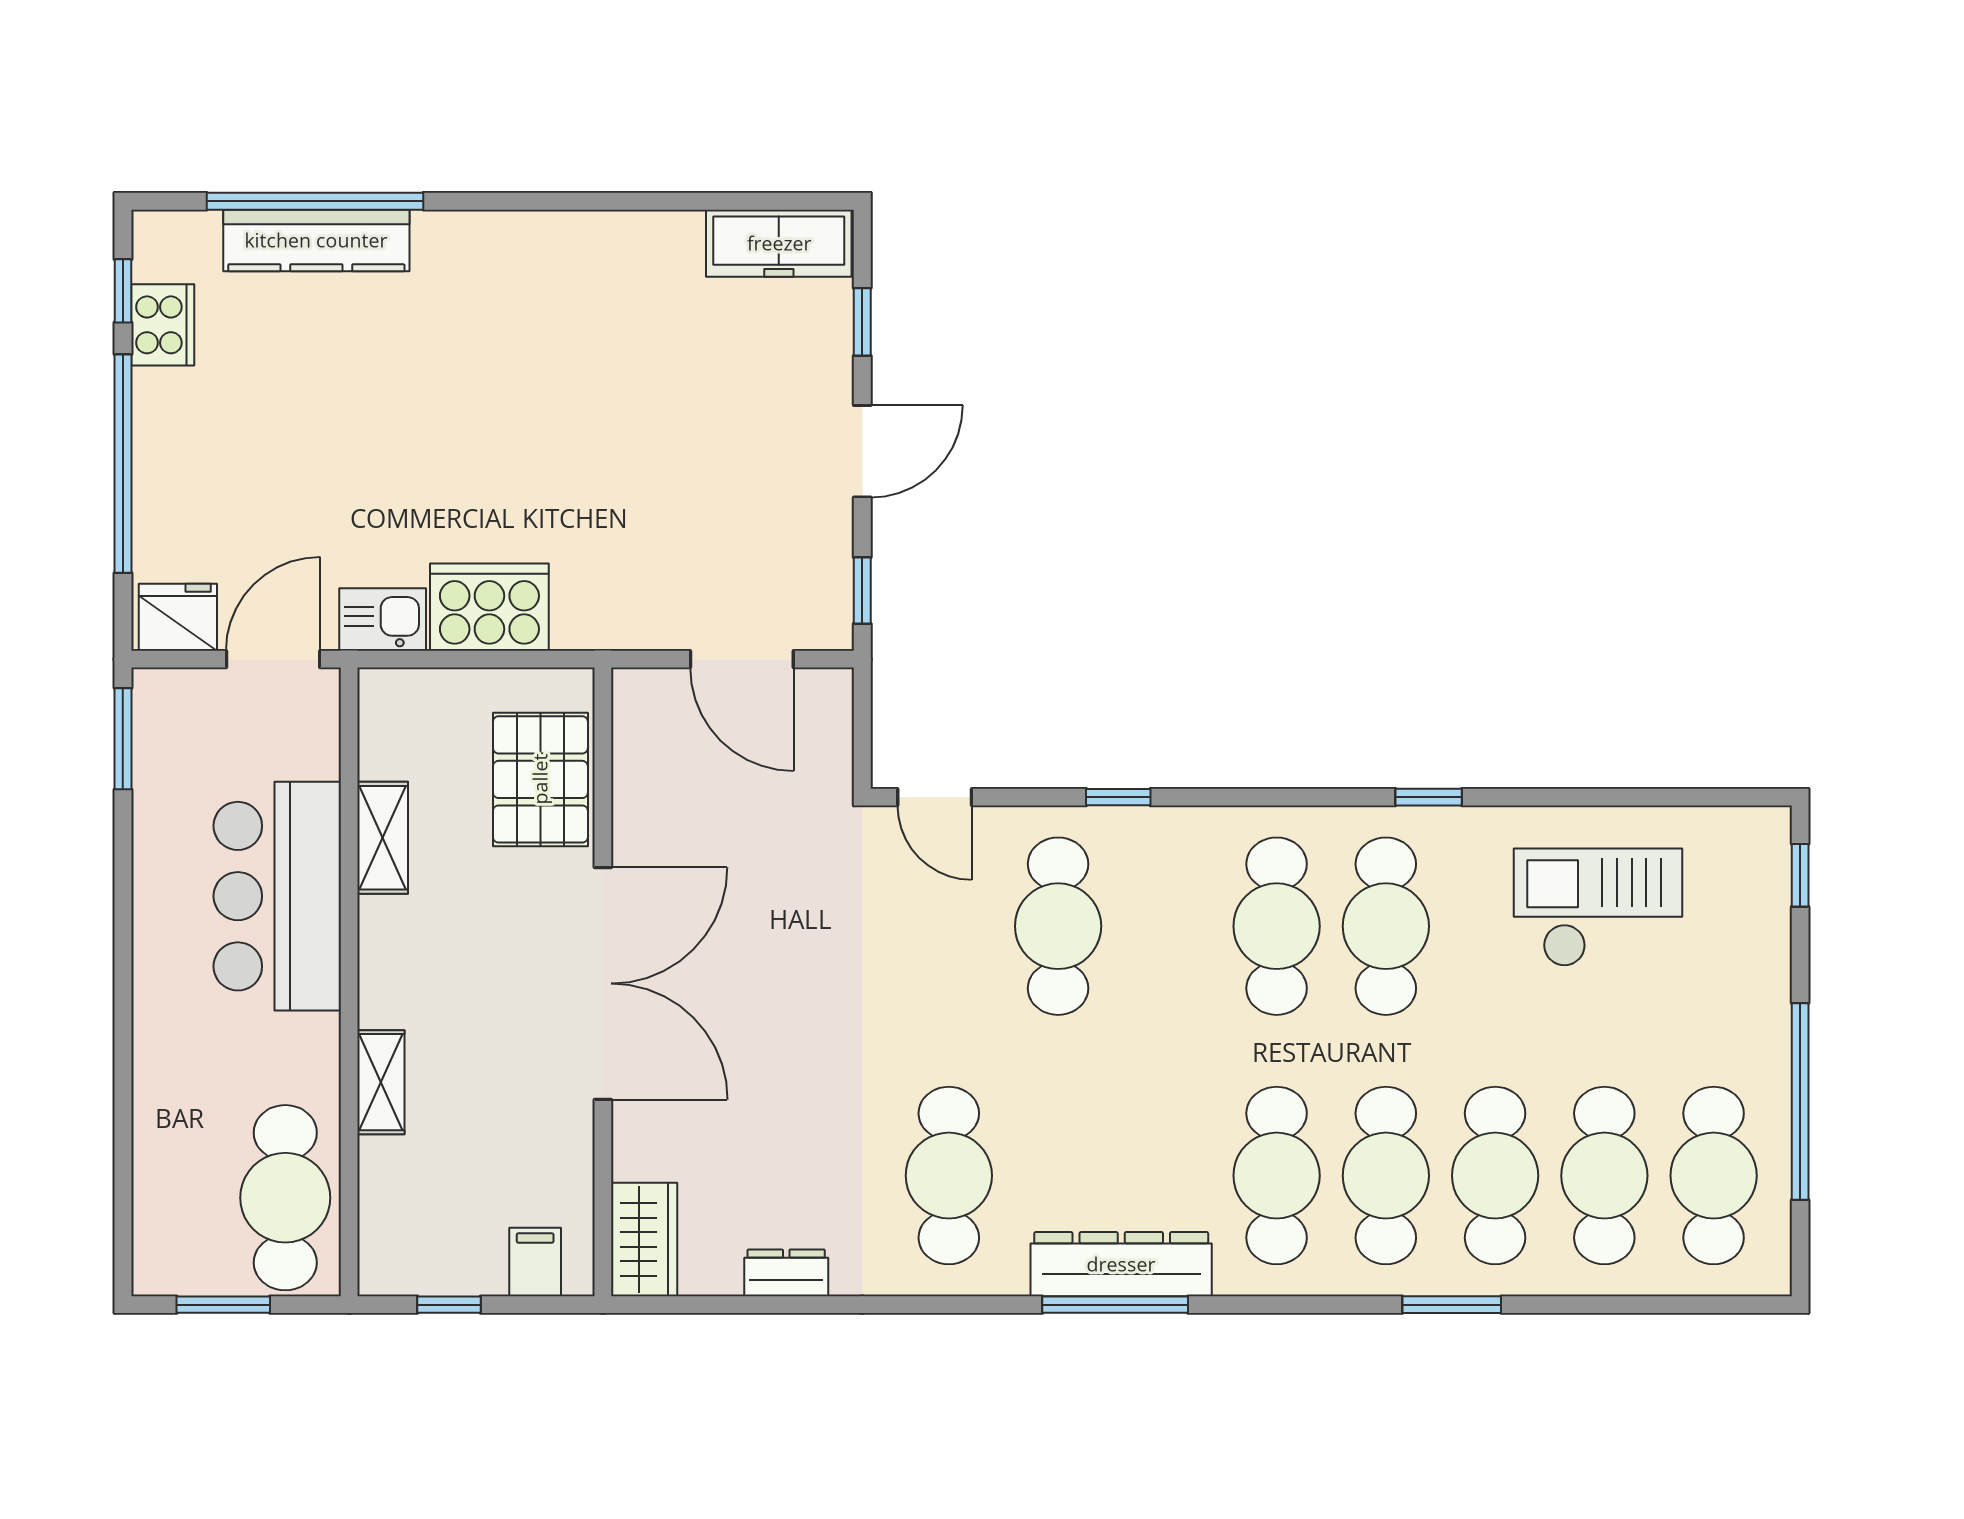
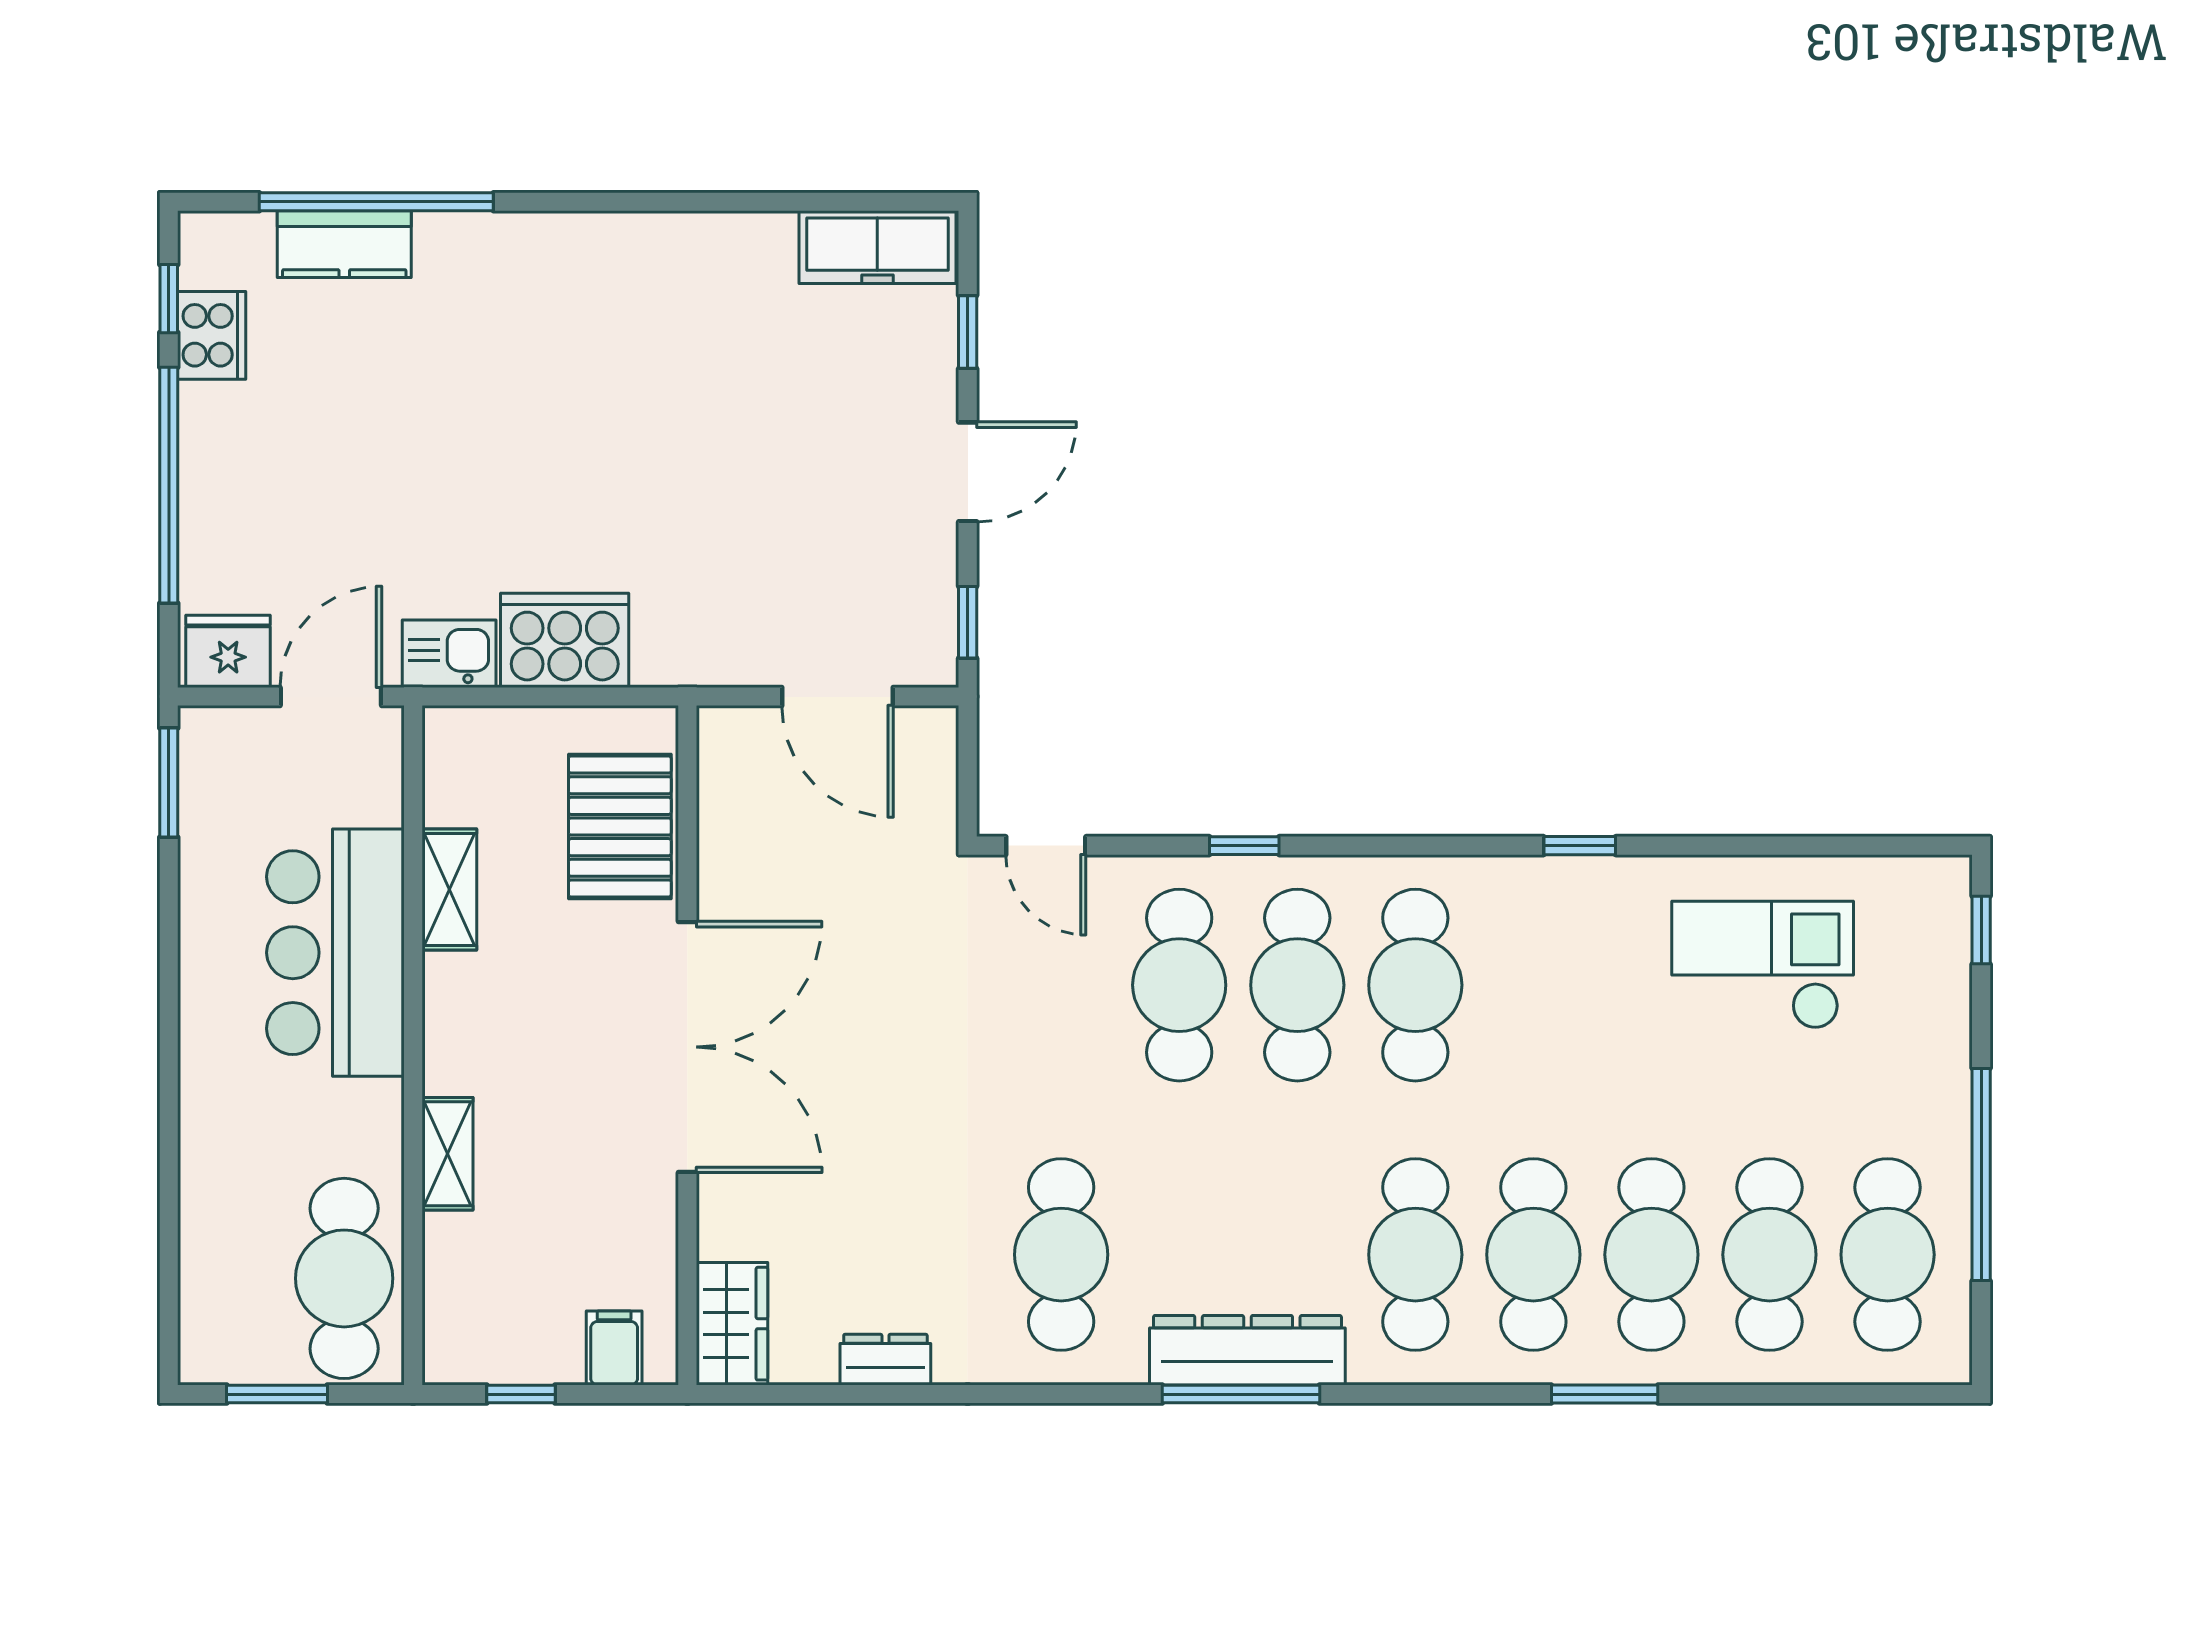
kitchen counter: (316, 240) -> (344, 244), width x0.67
cafe table: (1386, 926) -> (1297, 985), moved

